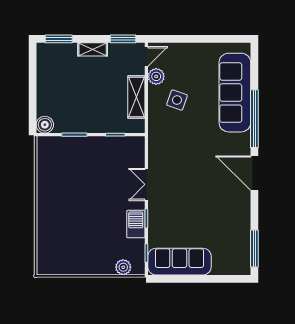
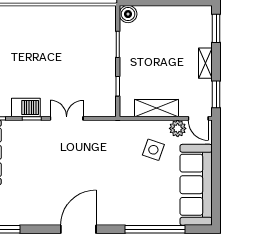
sofa: (235, 93) -> (196, 185), moved, turned -90
window: (254, 119) -> (155, 229), moved

